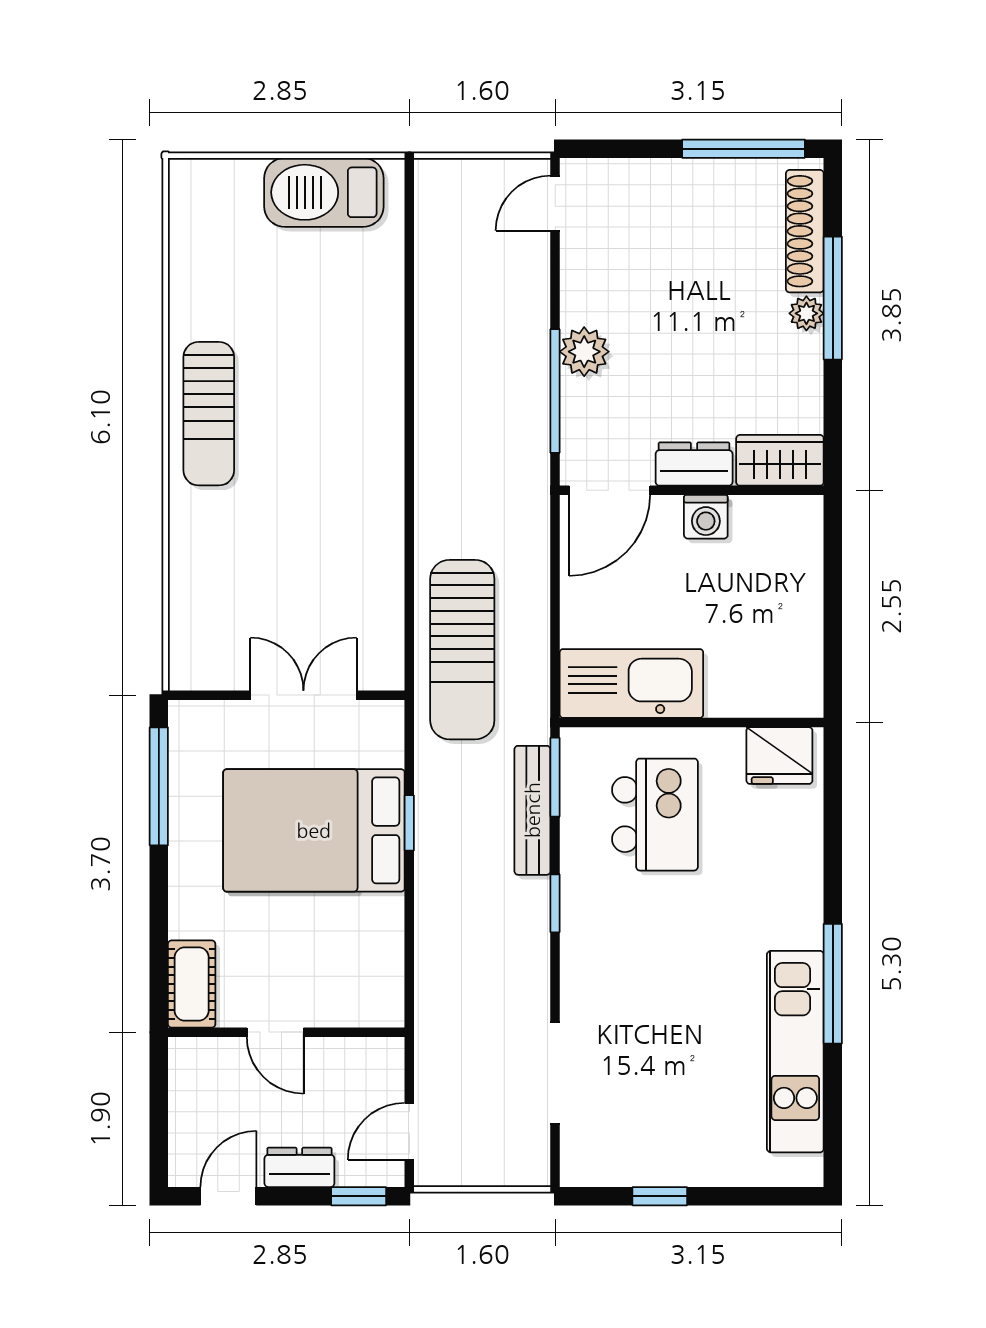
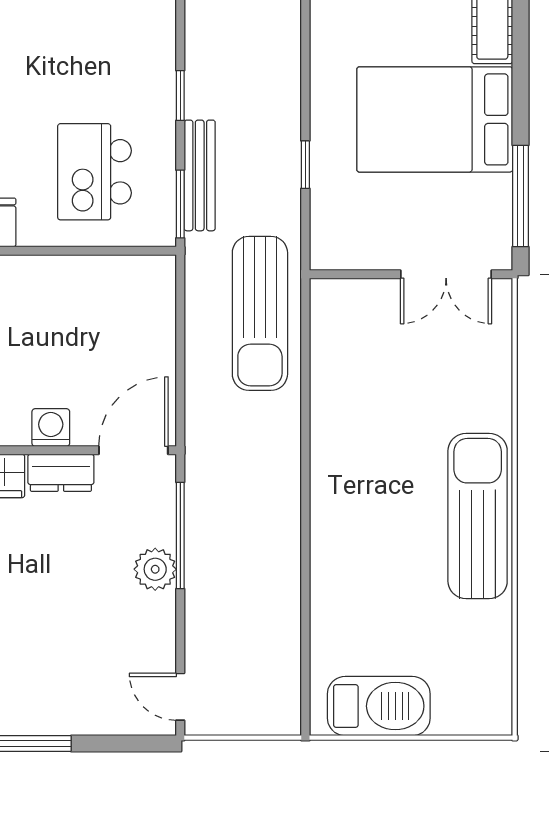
door: (555, 203) -> (180, 697), swing flipped
sun lounger: (209, 414) -> (478, 516), width x1.36, depth x1.34
sun lounger: (462, 650) -> (260, 313), turned 180
kitchen sink: (631, 683) -> (115, 284), removed
double door: (303, 695) -> (446, 274), moved
bed: (314, 830) -> (435, 119), moved, turned 180

